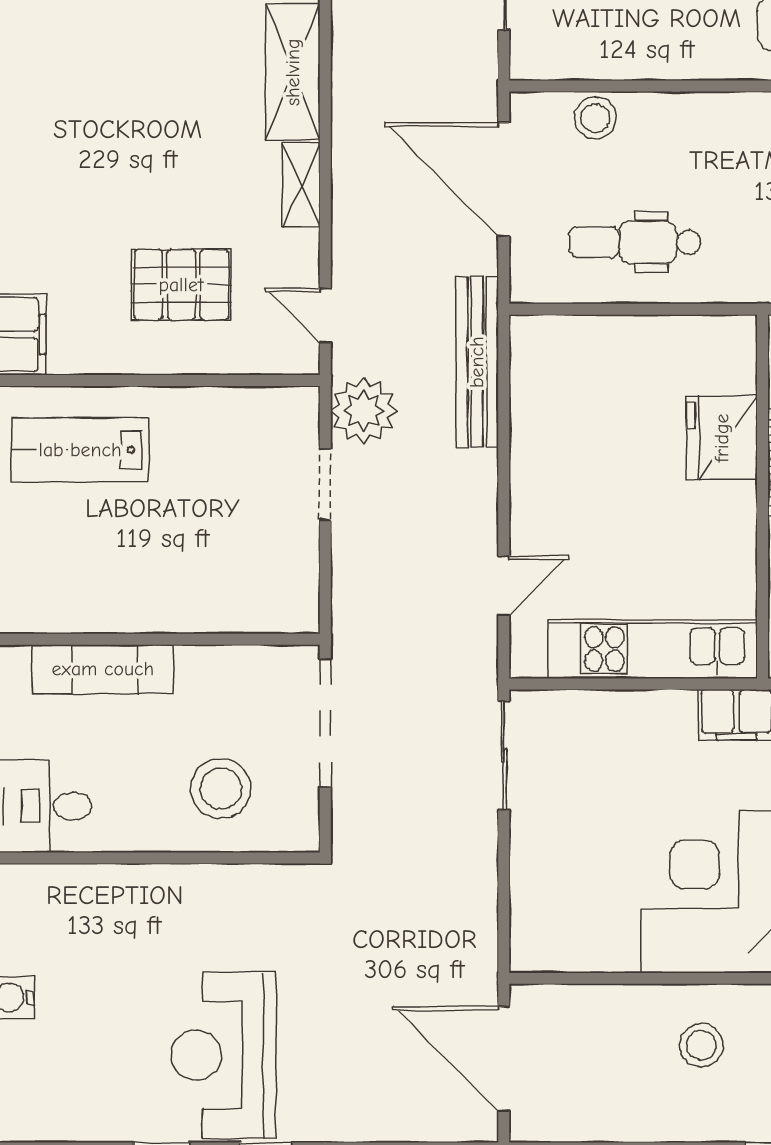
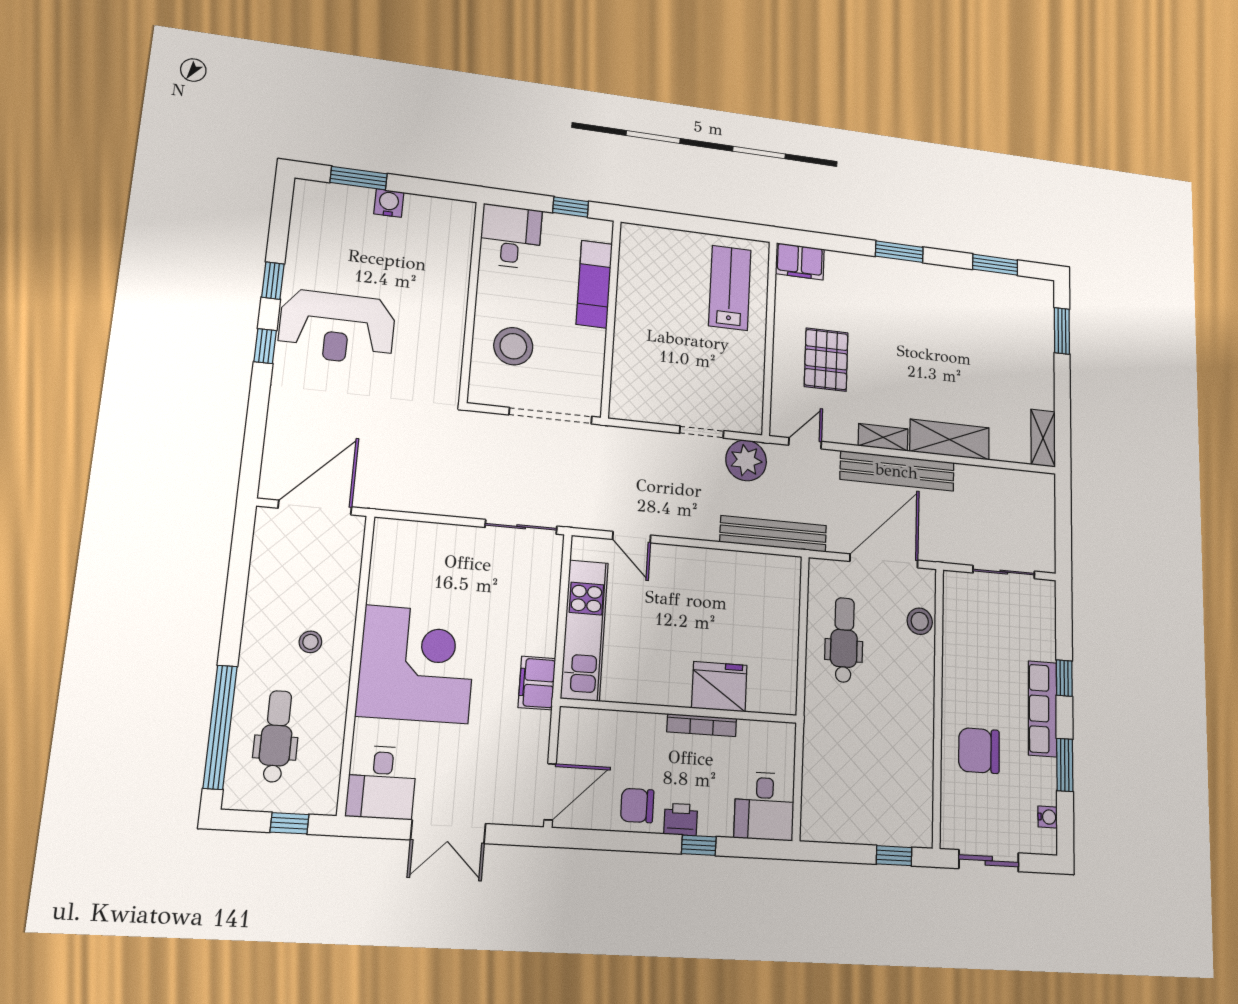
bench: (355, 160) -> (897, 471), added
stool: (701, 1045) -> (310, 642), width x0.73, depth x0.73
reception desk: (223, 1055) -> (337, 327), turned 180

